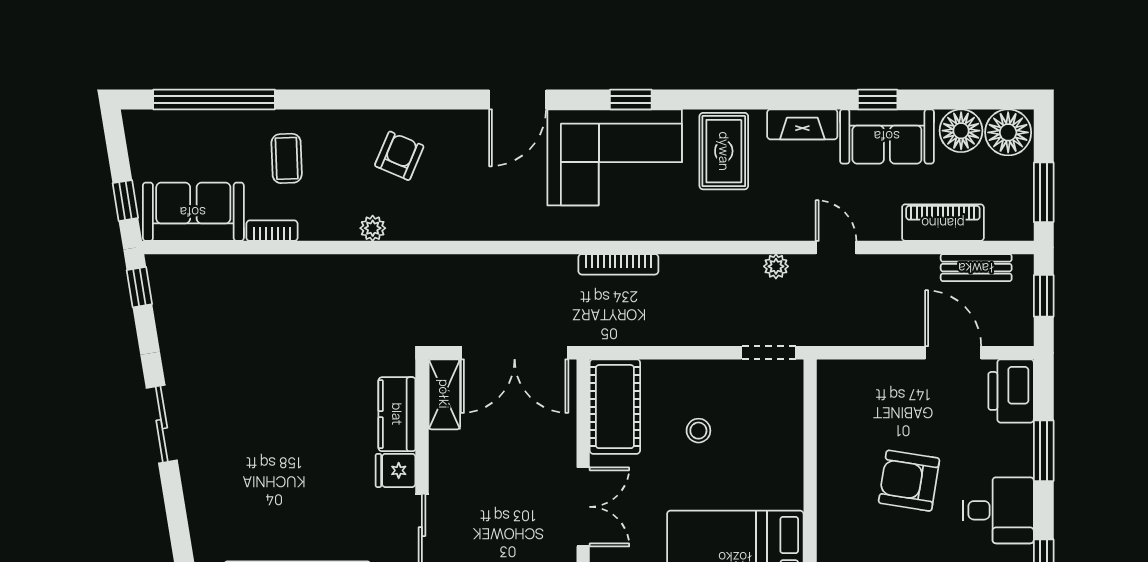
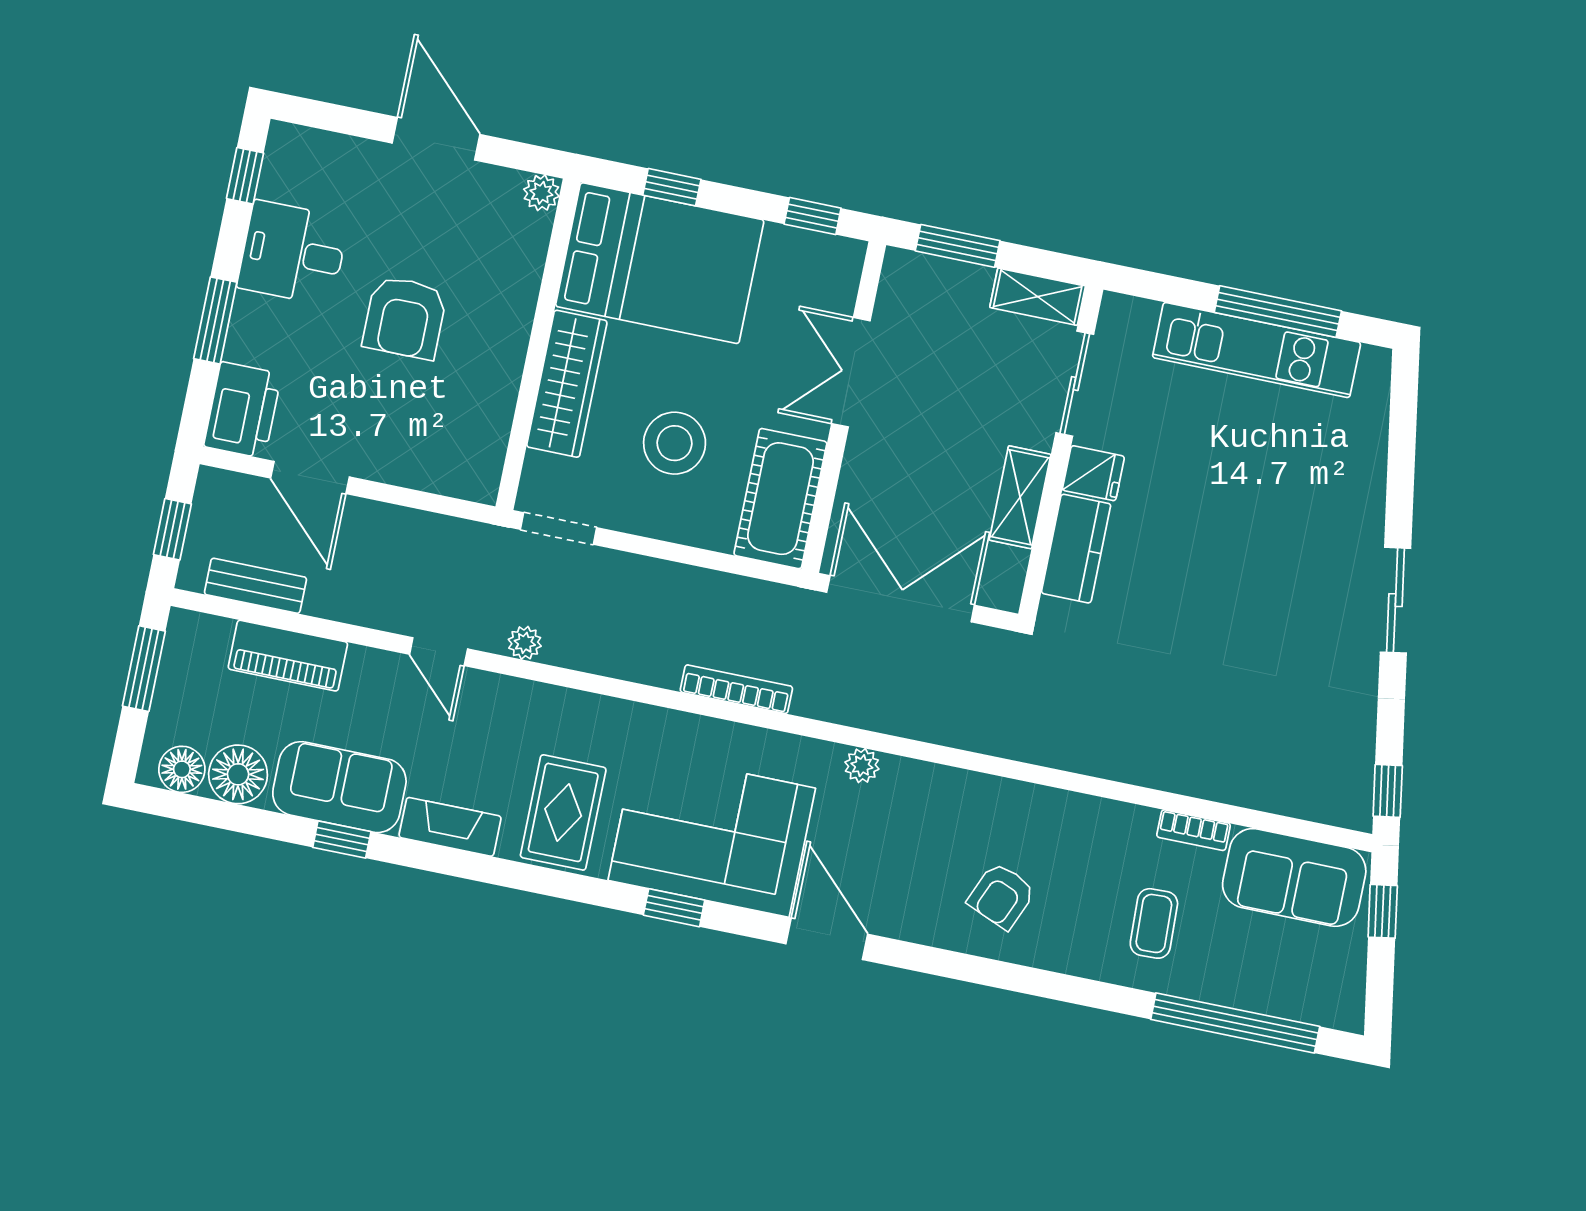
door: (518, 99) -> (827, 939), hinge flipped
floor lamp: (1008, 132) -> (182, 769), width x0.73, depth x0.73
plant: (373, 228) -> (862, 766), moved
shelving: (444, 394) -> (1020, 497), moved
stool: (698, 431) -> (675, 443), width x1.89, depth x1.89
wardrobe: (784, 457) -> (567, 384), added
armchair: (909, 481) -> (405, 318), turned 81

